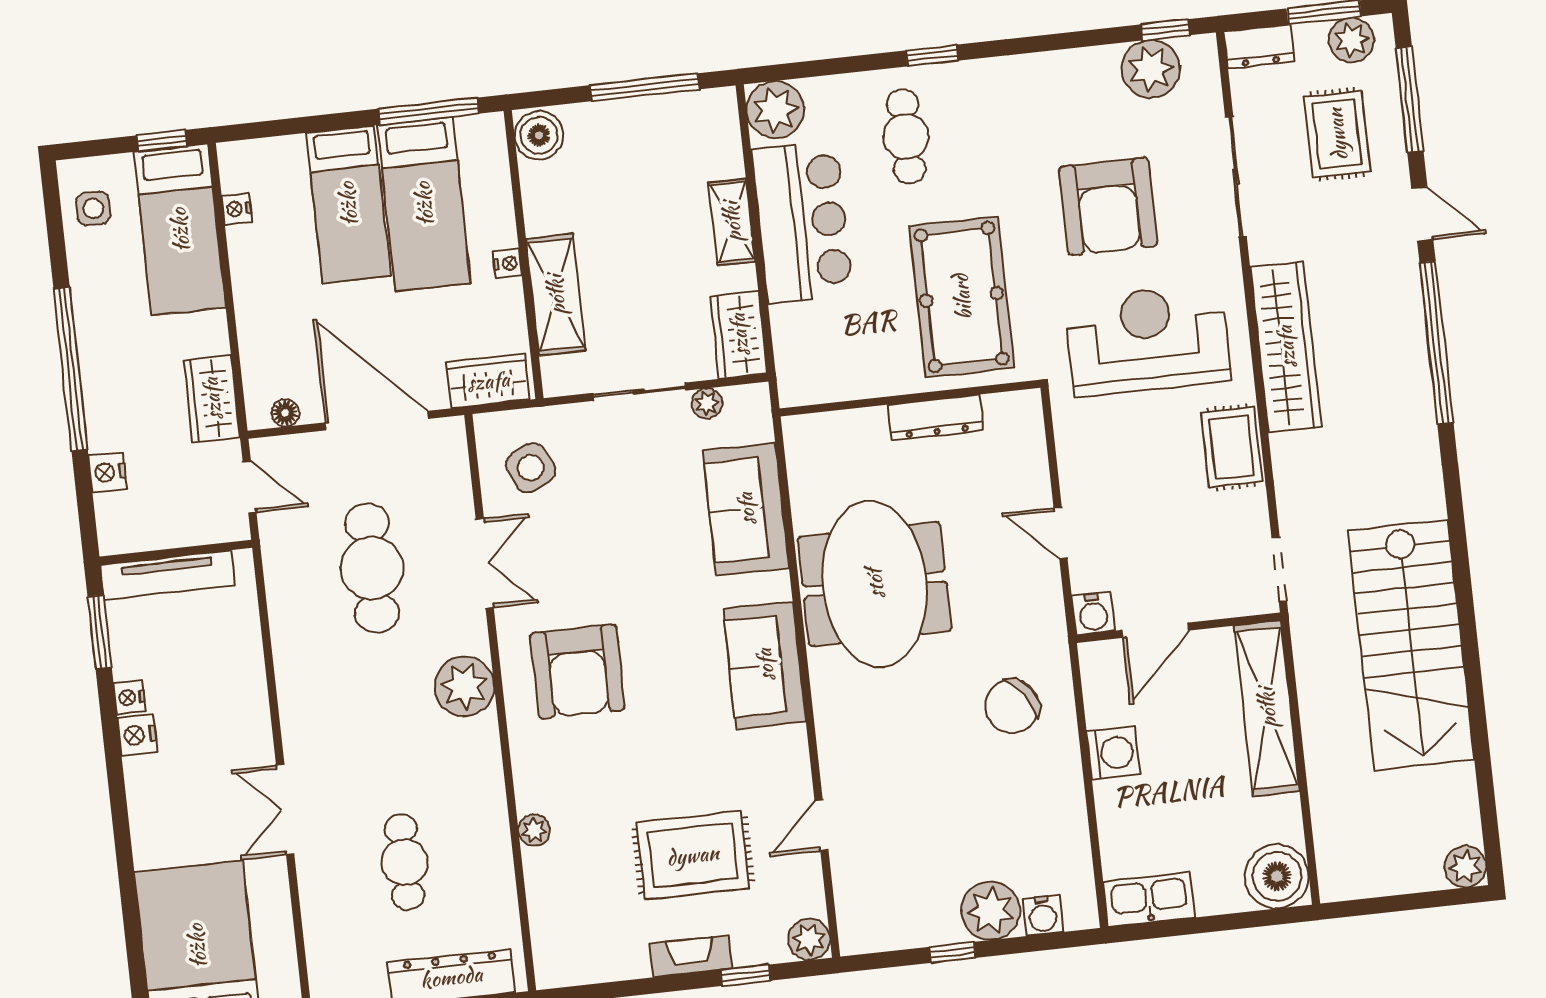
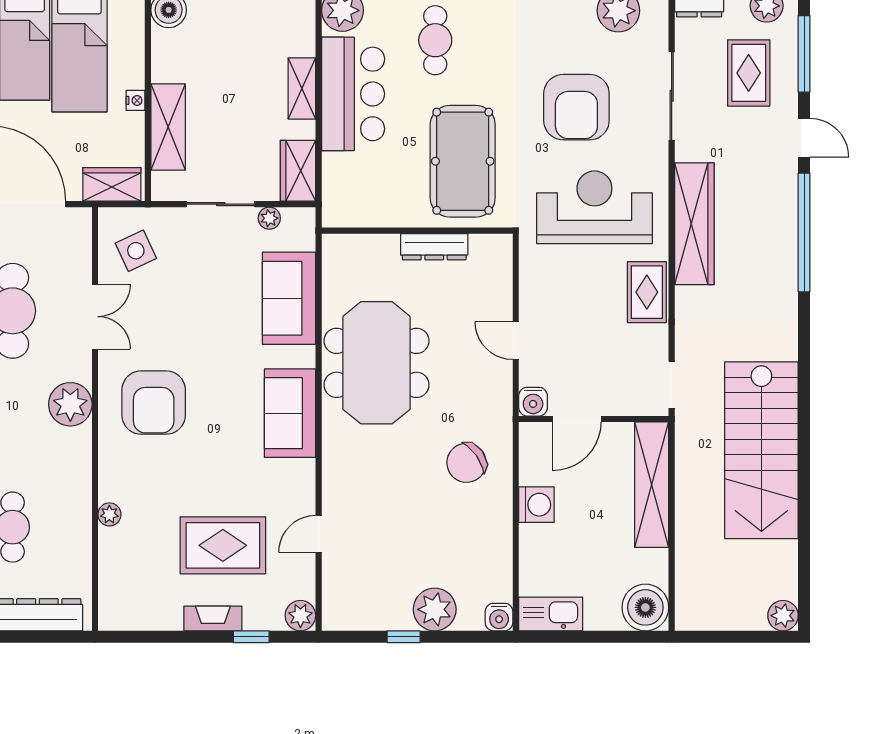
water cooler: (1043, 915) -> (499, 617), moved

